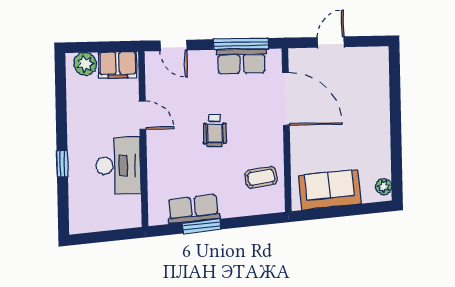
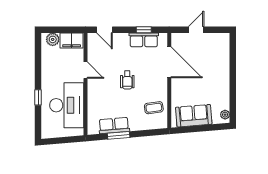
window: (241, 44) -> (144, 30), width x0.46
desk: (118, 166) -> (67, 105), width x1.36, depth x1.30

